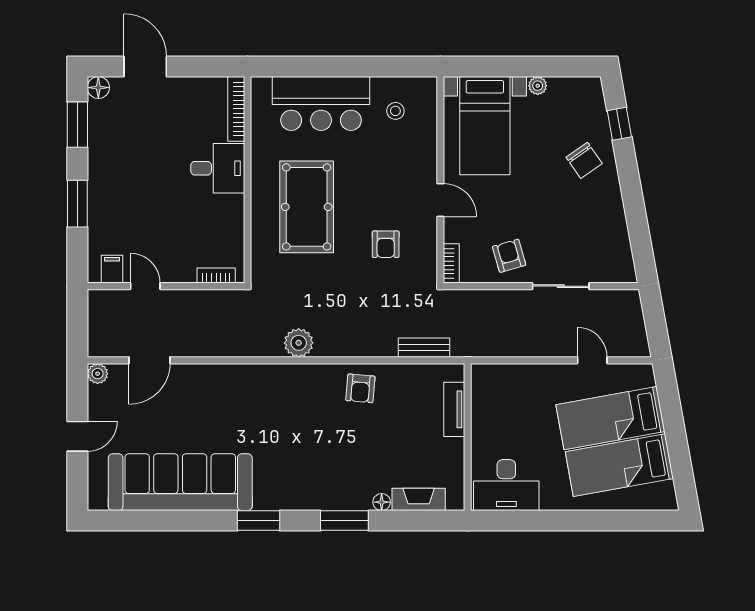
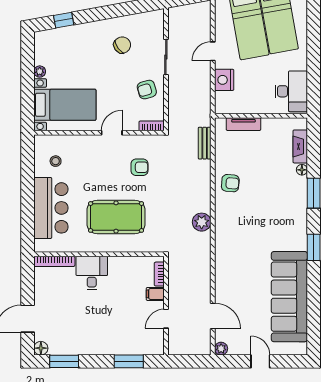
chair: (584, 160) -> (122, 45), moved
window: (77, 204) -> (129, 361), moved
filing cabinet: (112, 269) -> (155, 294), moved
door: (592, 360) -> (213, 51), moved
nightstand: (524, 379) -> (224, 80), added

